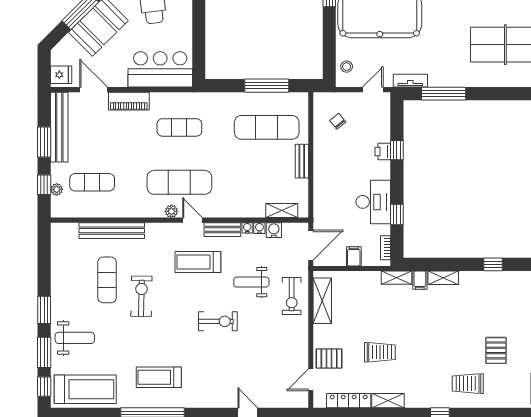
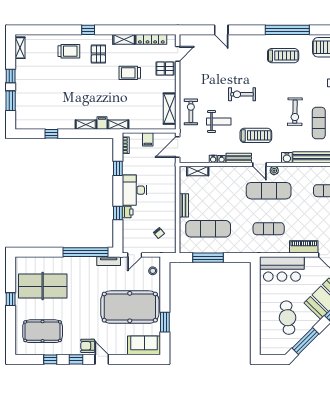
window: (444, 94) -> (85, 252), width x1.46
desk: (373, 202) -> (134, 190), moved
water cooler: (274, 230) -> (287, 158), moved
pallet: (496, 350) -> (98, 54), moved

